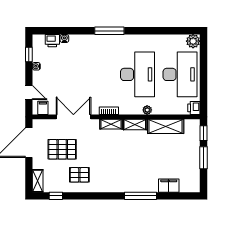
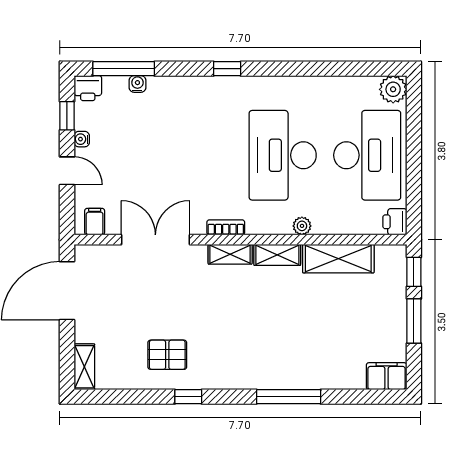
window: (57, 31) -> (124, 69), added
window: (109, 31) -> (227, 69), width x0.46
printer: (52, 41) -> (88, 88), moved
desk: (137, 74) -> (283, 155), turned 180
door: (29, 93) -> (67, 171), moved
pallet: (62, 149) -> (133, 304), removed
filing cabinet: (169, 186) -> (387, 376), moved
window: (56, 196) -> (188, 397), moved

